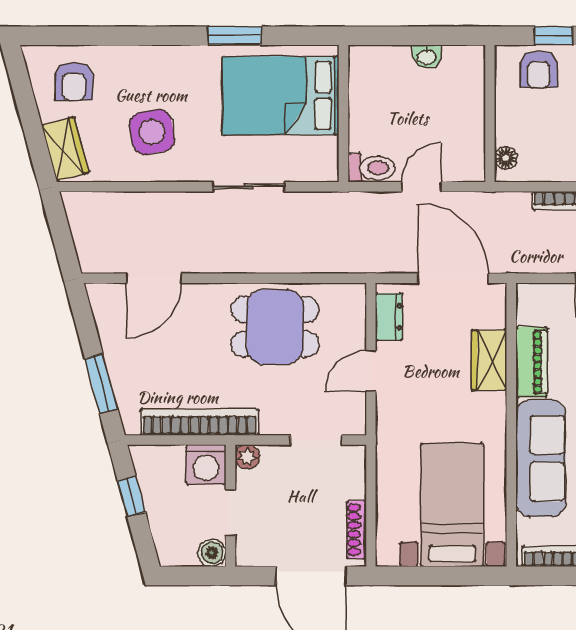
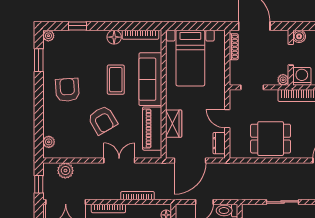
door: (453, 278) -> (190, 161), hinge flipped
piano: (532, 362) -> (152, 129), width x1.37, depth x1.33
door: (371, 371) -> (227, 119), swing flipped

